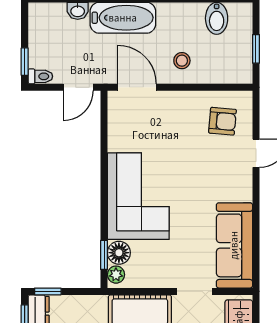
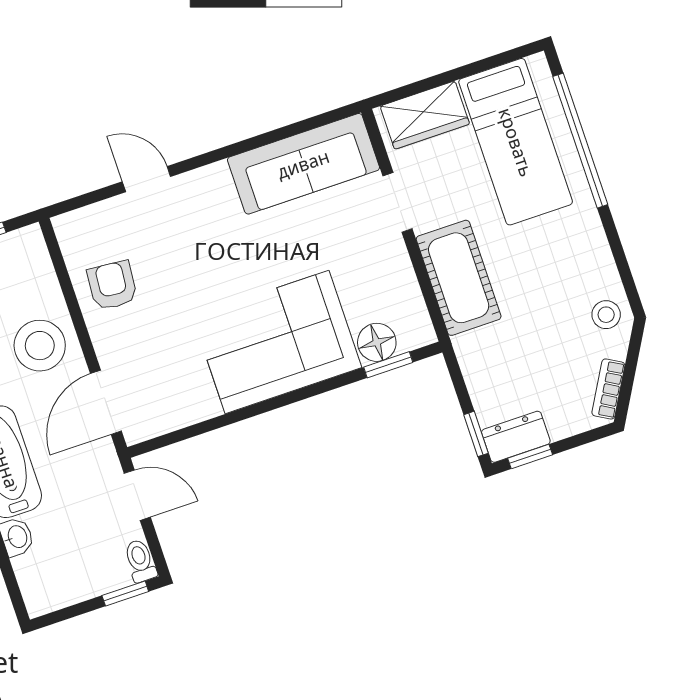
stool: (182, 61) -> (40, 346), width x1.89, depth x1.89
armchair: (222, 121) -> (112, 285), moved
plant: (116, 275) -> (413, 335), removed

